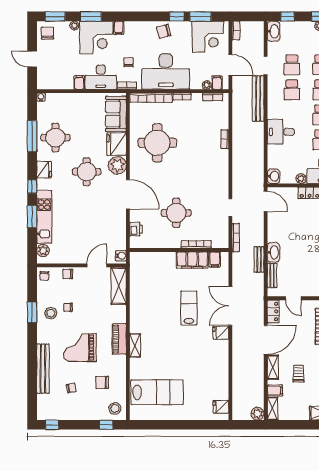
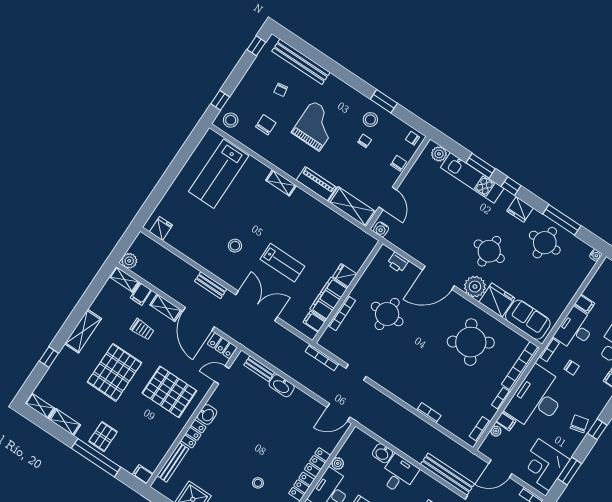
window: (177, 16) -> (597, 429), moved
filing cabinet: (217, 83) -> (506, 421), moved
round table: (157, 143) -> (471, 342), turned -32
washbasin: (274, 176) -> (382, 453), moved
bench: (259, 259) -> (211, 285), moved
fridge: (221, 333) -> (345, 275), moved, turned -90
piano: (119, 339) -> (316, 184), moved
stool: (199, 348) -> (235, 246), added
bench: (43, 369) -> (301, 62), moved

